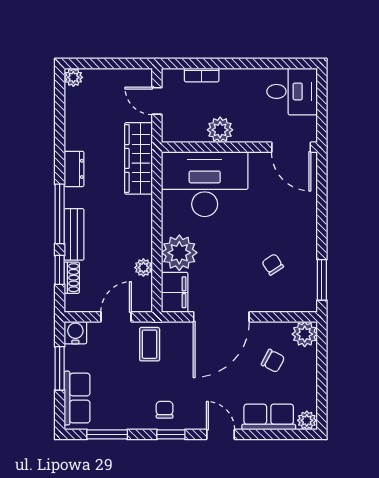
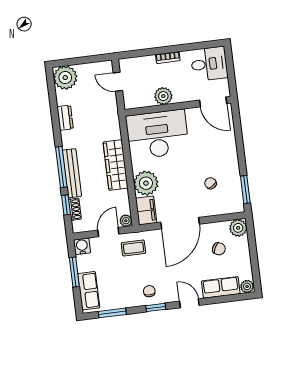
bookcase: (202, 75) -> (168, 58), moved
plant: (73, 77) -> (65, 78), width x1.87, depth x1.87
wardrobe: (138, 158) -> (116, 165), moved
dresser: (74, 169) -> (65, 118), moved
bench: (74, 234) -> (72, 173), width x1.36
plant: (143, 268) -> (126, 221), moved
coffee table: (150, 344) -> (133, 248), turned 90

